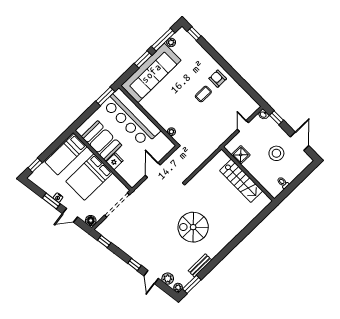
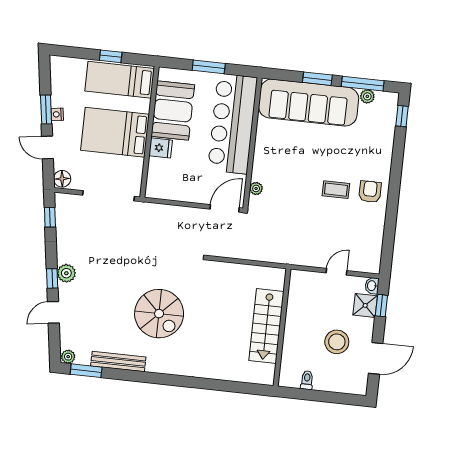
window: (105, 96) -> (209, 67), moved
shower: (241, 155) -> (365, 305), moved
window: (35, 165) -> (111, 56), moved
door: (153, 170) -> (225, 208), moved
spiral stairs: (193, 227) -> (159, 314), turned 180
bench: (200, 265) -> (118, 361), width x1.36
plant: (168, 279) -> (66, 273), moved

